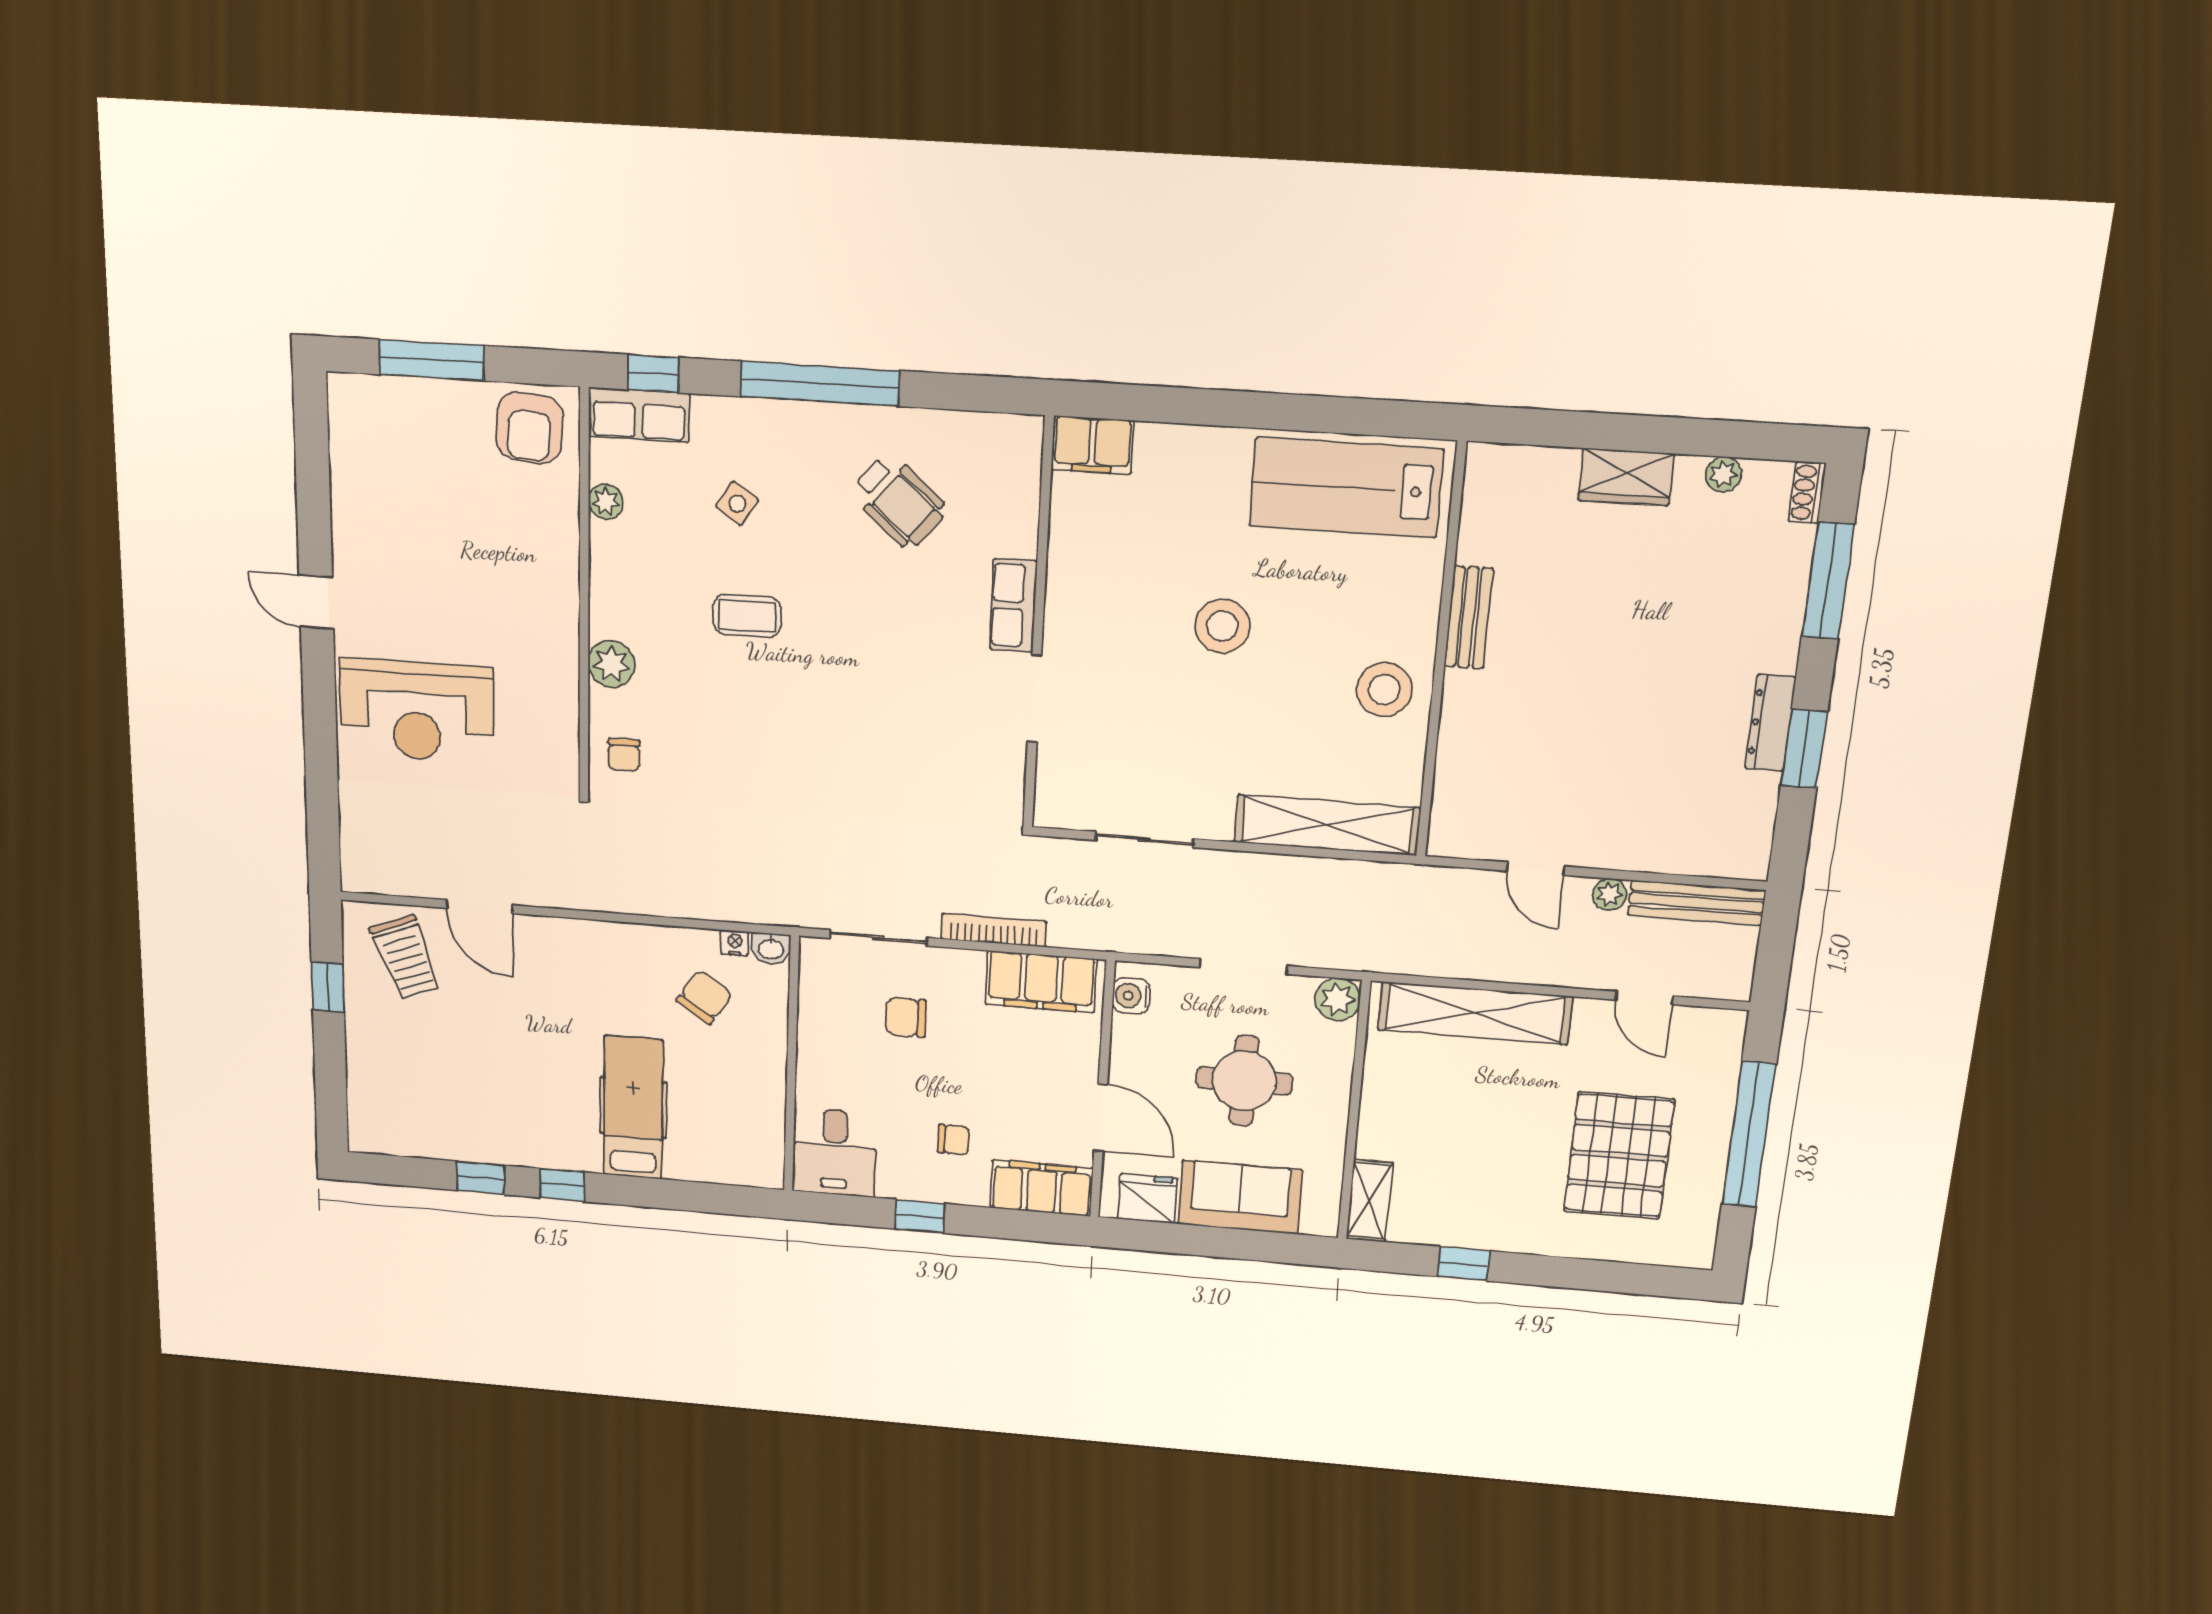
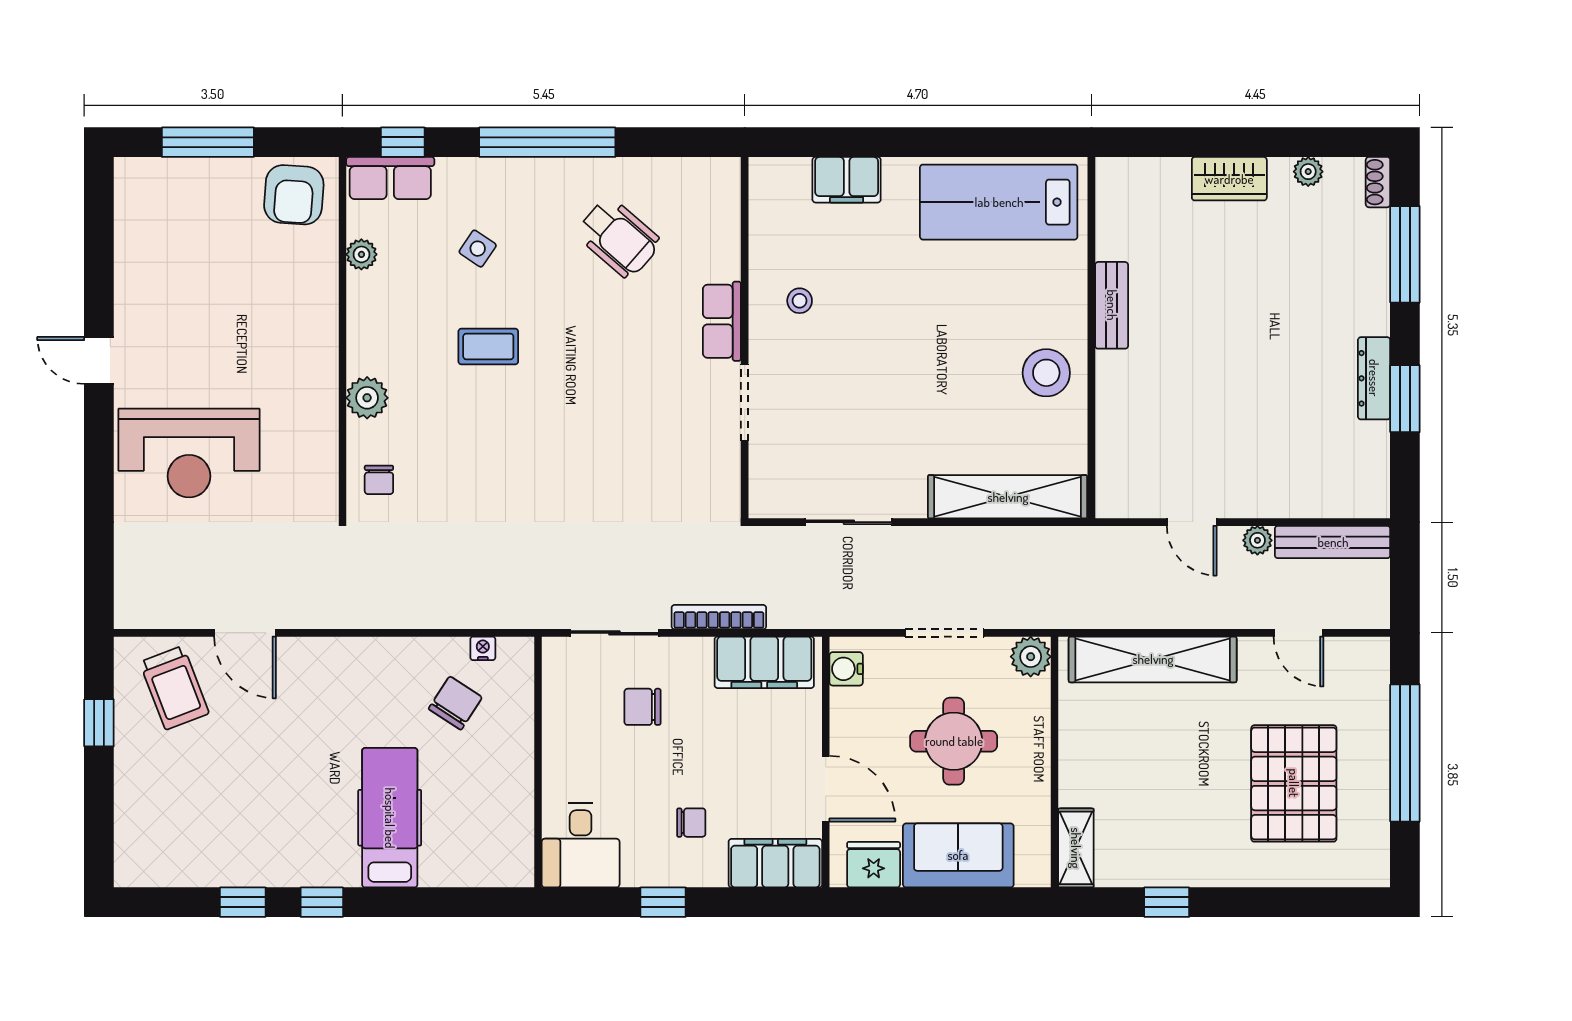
filing cabinet: (1092, 445) -> (847, 180), moved
stool: (1222, 626) -> (800, 301), moved, width x0.53, depth x0.53
washbasin: (771, 949) -> (516, 651), removed

